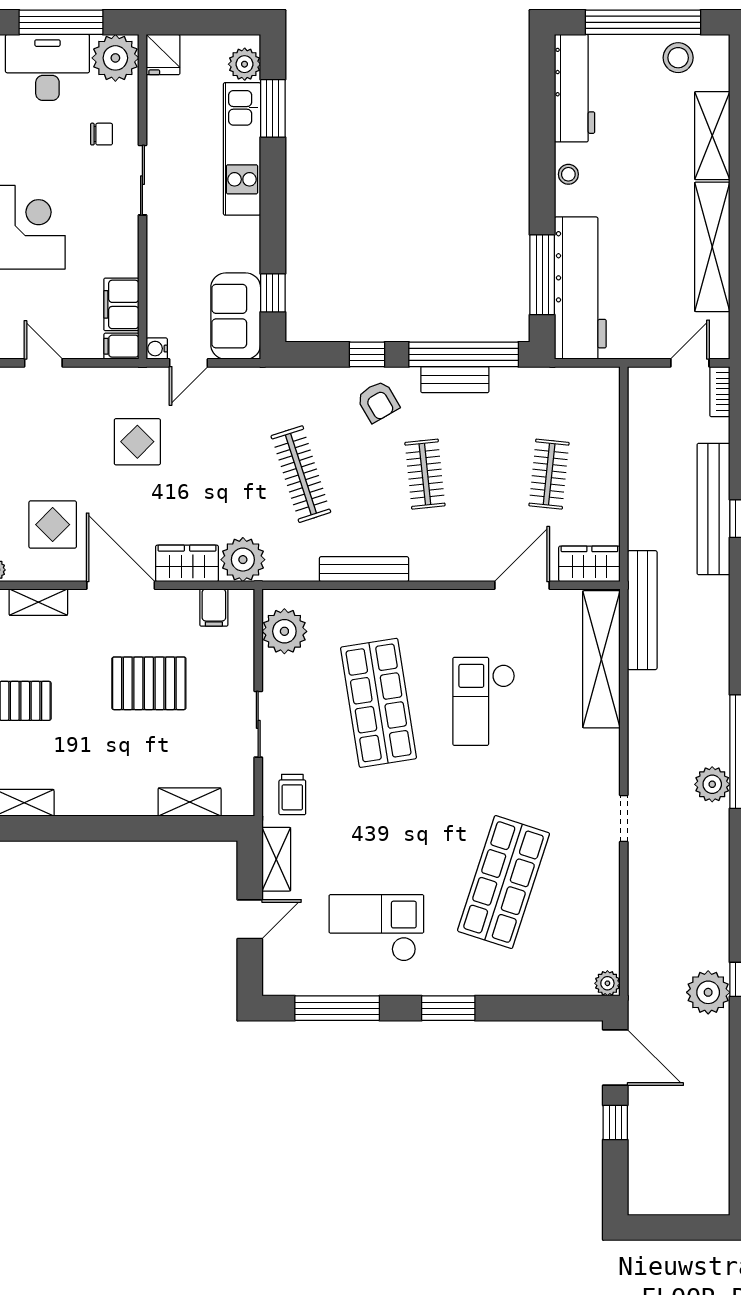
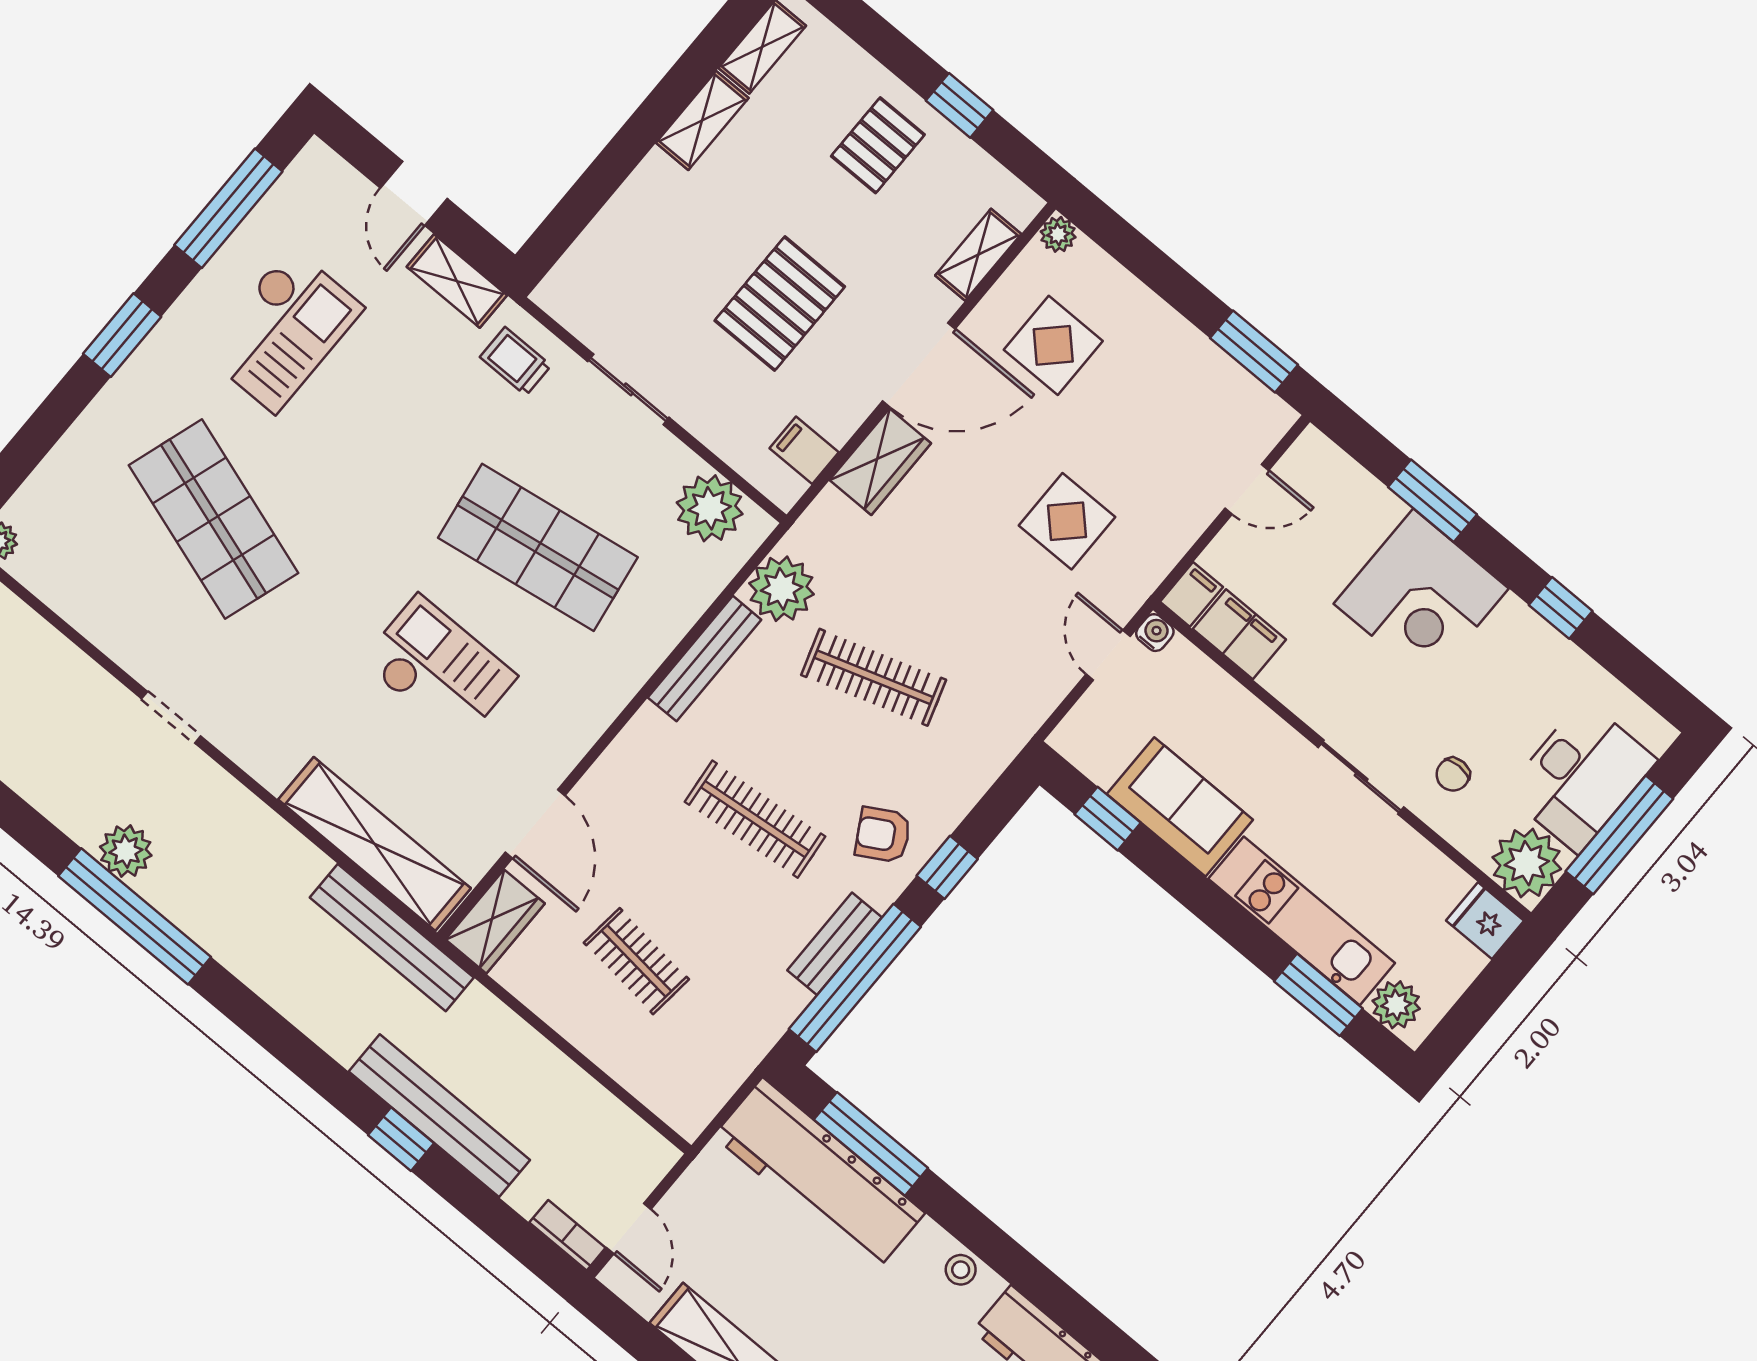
sofa: (236, 316) -> (1180, 807), moved
clothes rail: (425, 474) -> (755, 819), width x1.36
plant: (243, 560) -> (782, 589), moved
shelving: (190, 802) -> (702, 120), moved

